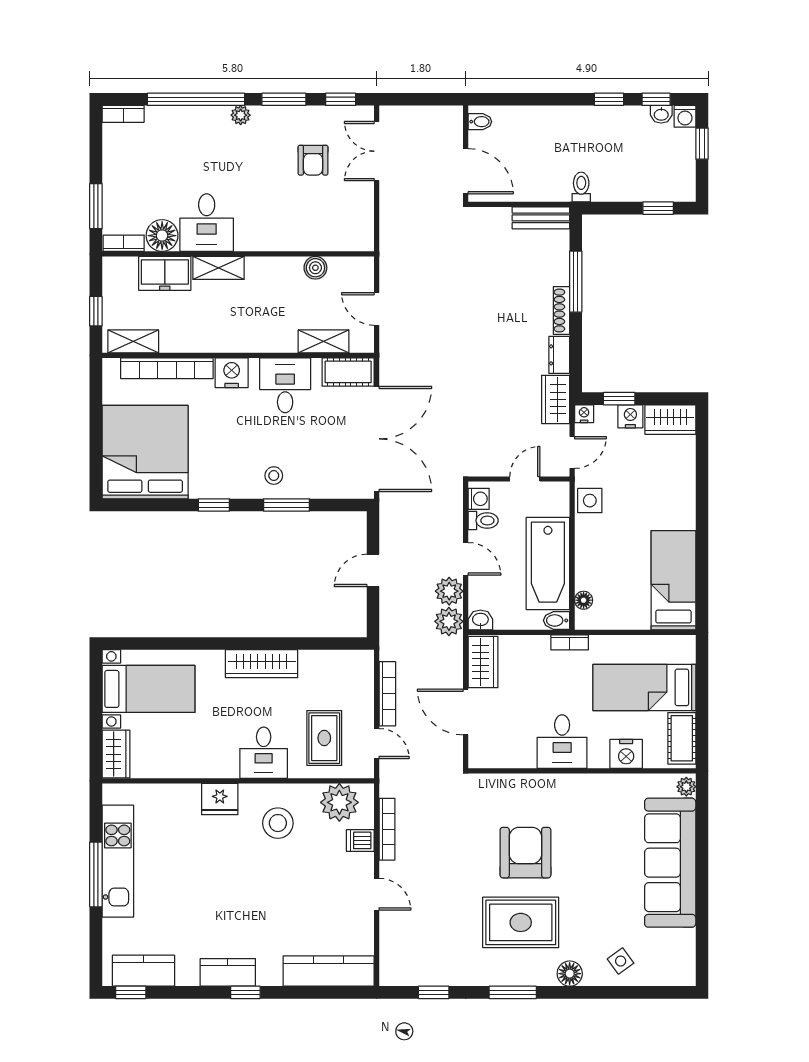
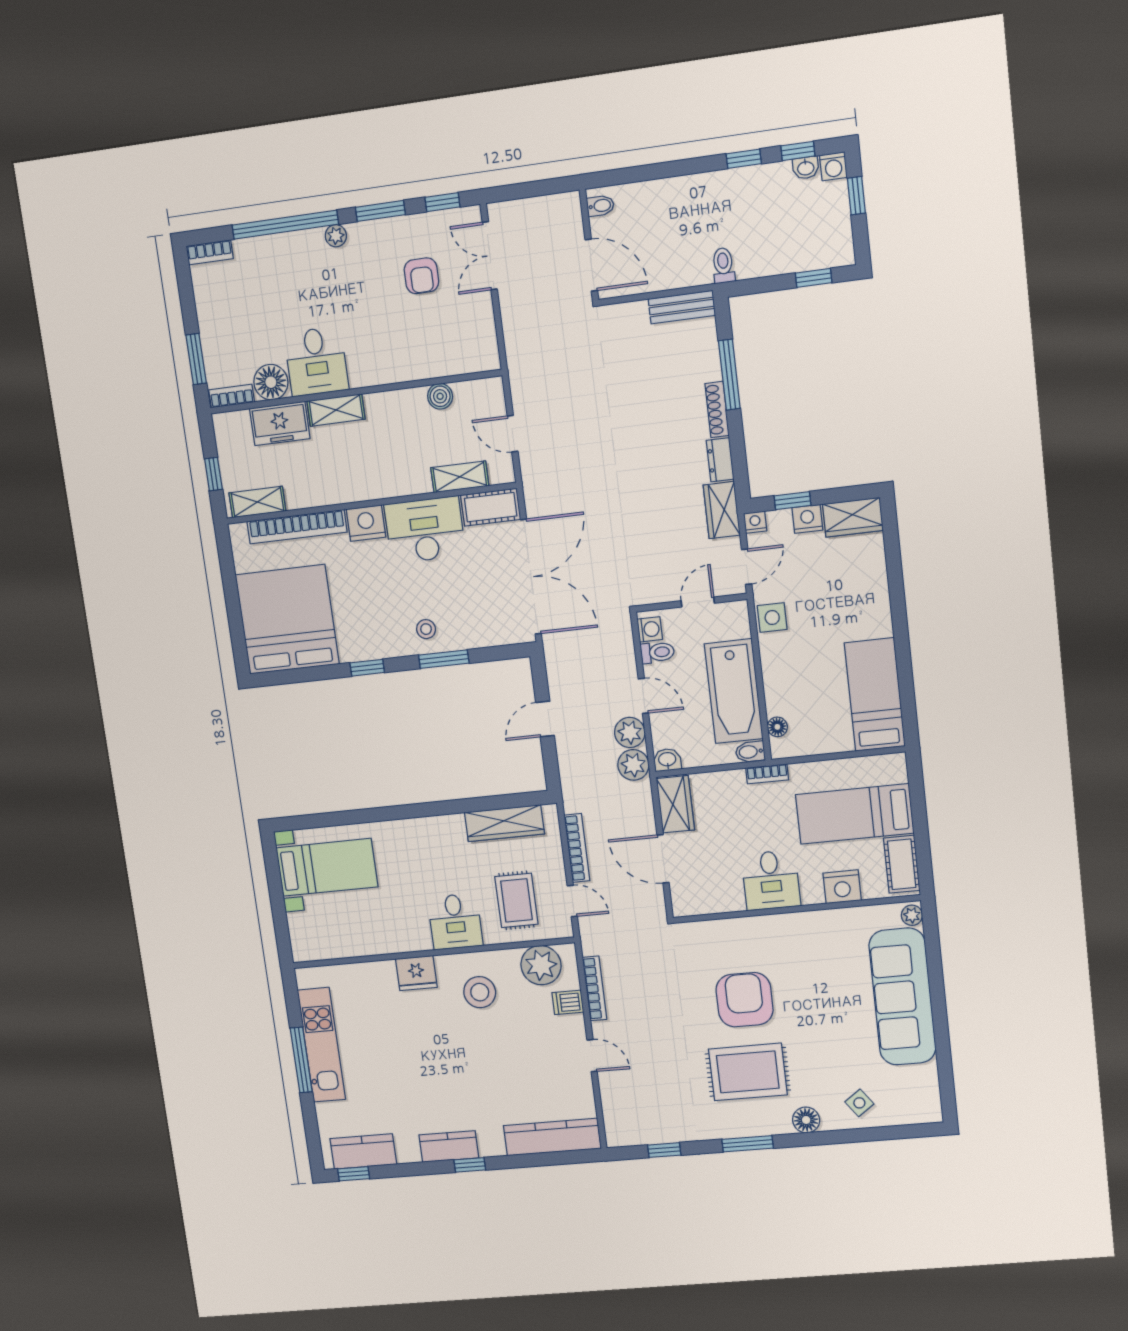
desk: (285, 385) -> (425, 530), width x1.37
wardrobe: (262, 664) -> (504, 823), moved
wardrobe: (116, 754) -> (303, 937), removed

